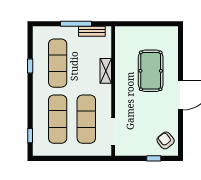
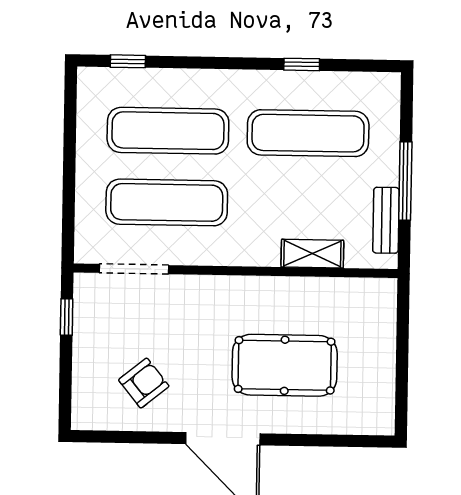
shelving: (106, 71) -> (312, 254), moved
armchair: (166, 140) -> (144, 383), moved
window: (154, 158) -> (67, 317), moved

